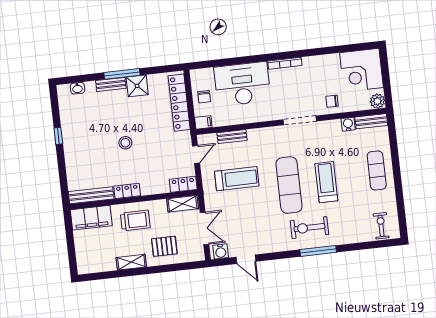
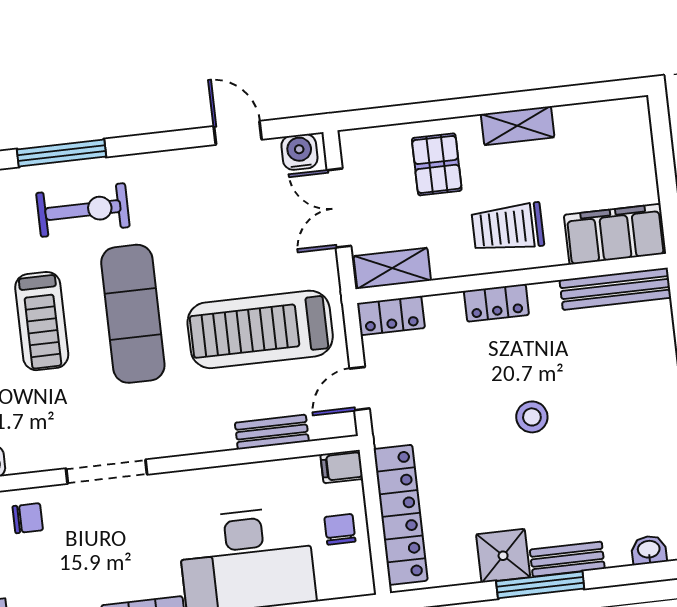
treadmill: (237, 179) -> (260, 329), width x1.37, depth x1.38
locker: (127, 191) -> (496, 303), moved
pallet: (164, 246) -> (437, 164), turned 90

